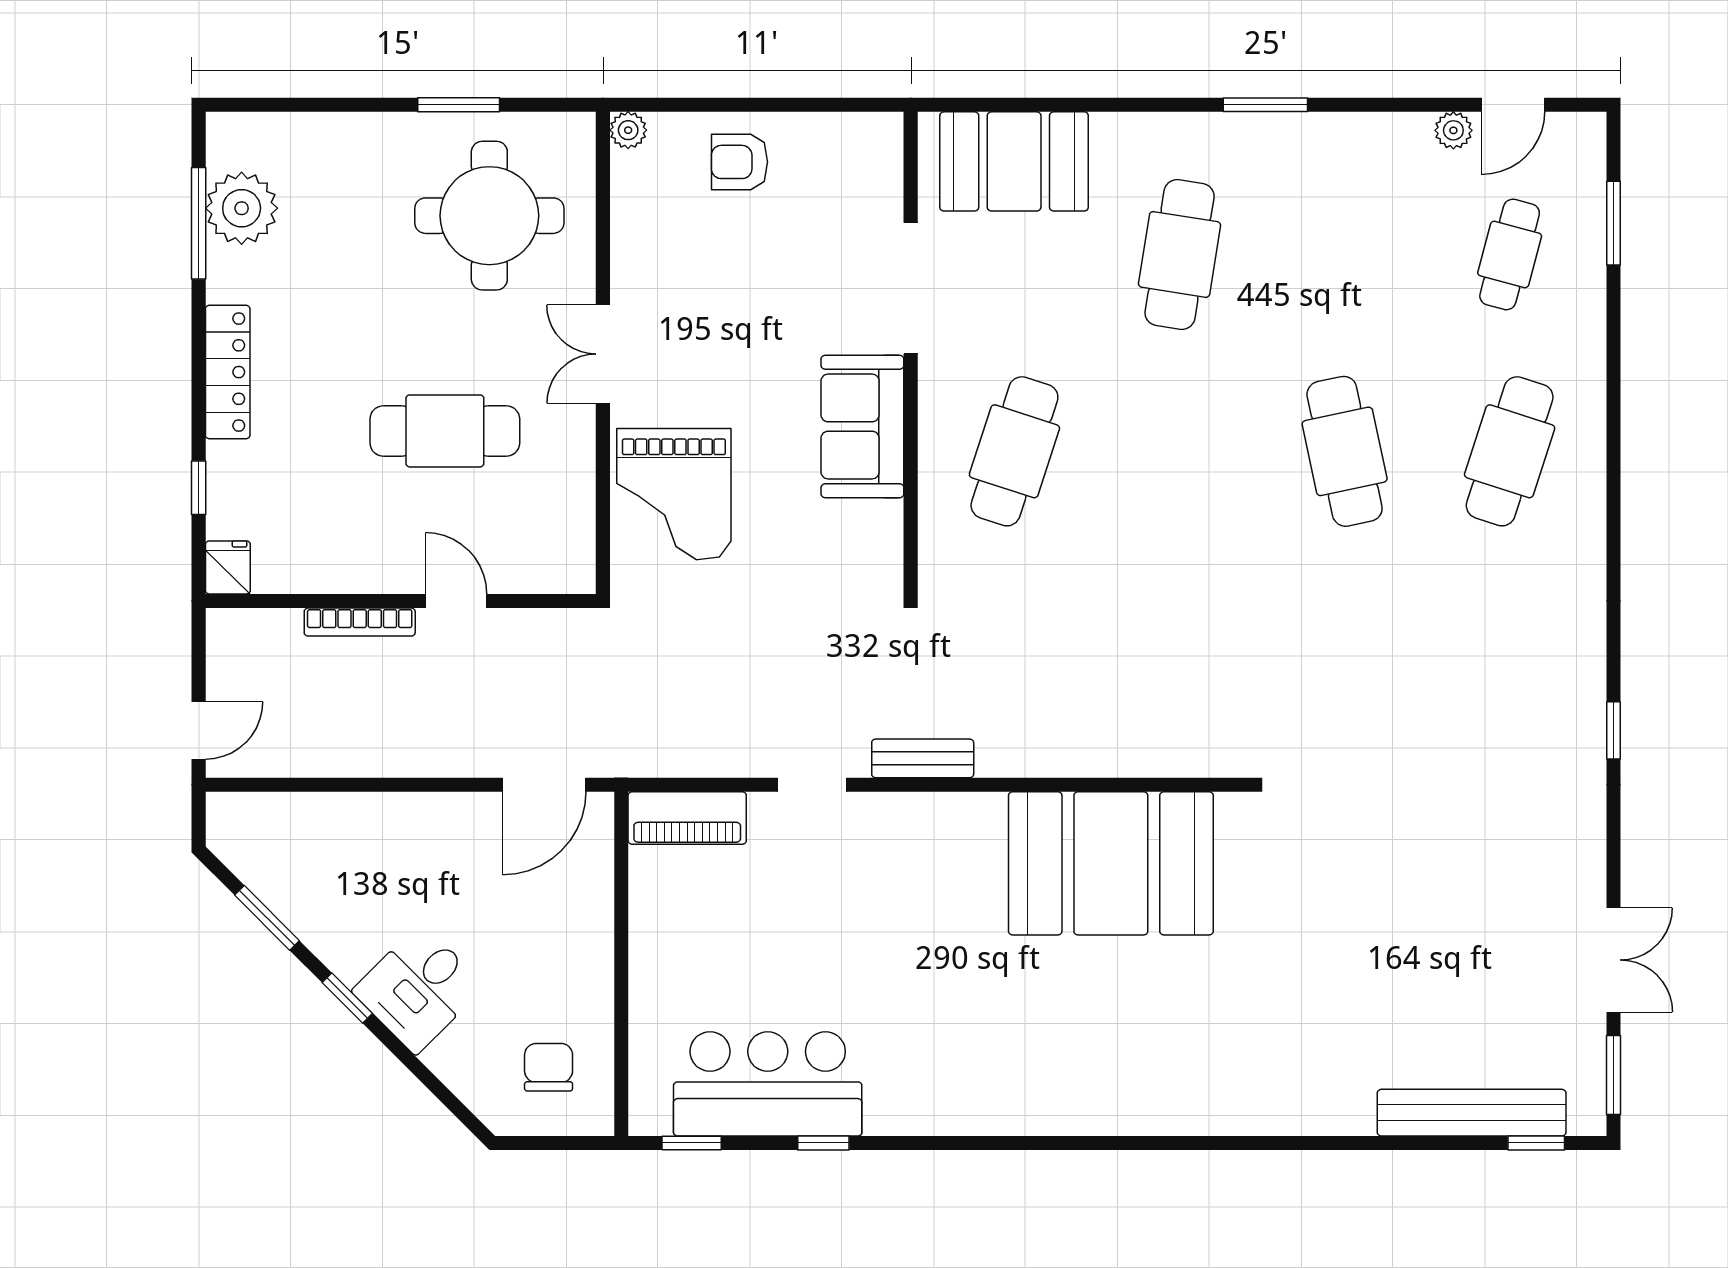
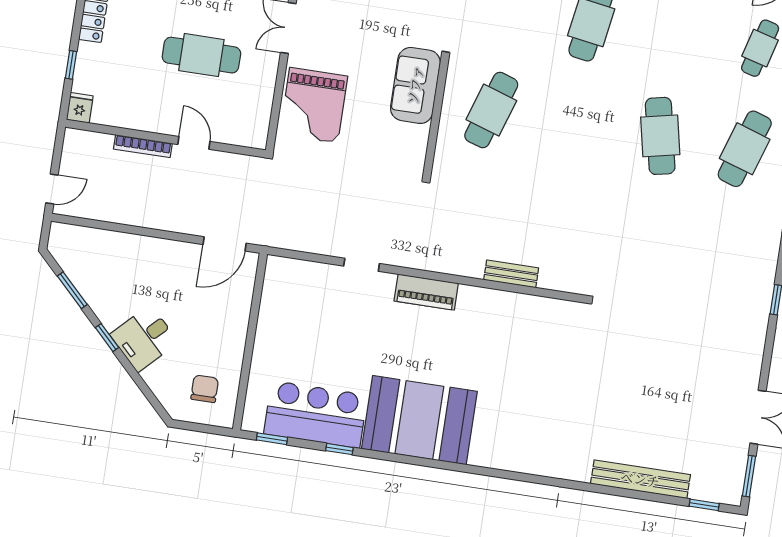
bench: (923, 758) -> (511, 274), moved
piano: (687, 818) -> (426, 292), moved
booth: (1111, 863) -> (419, 420), moved
bench: (1472, 1113) -> (640, 479), moved

